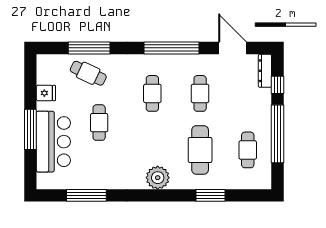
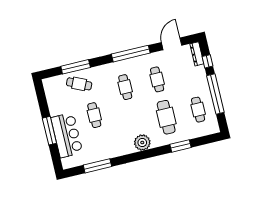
door: (233, 48) -> (172, 44), hinge flipped
fridge: (46, 93) -> (54, 104), removed

